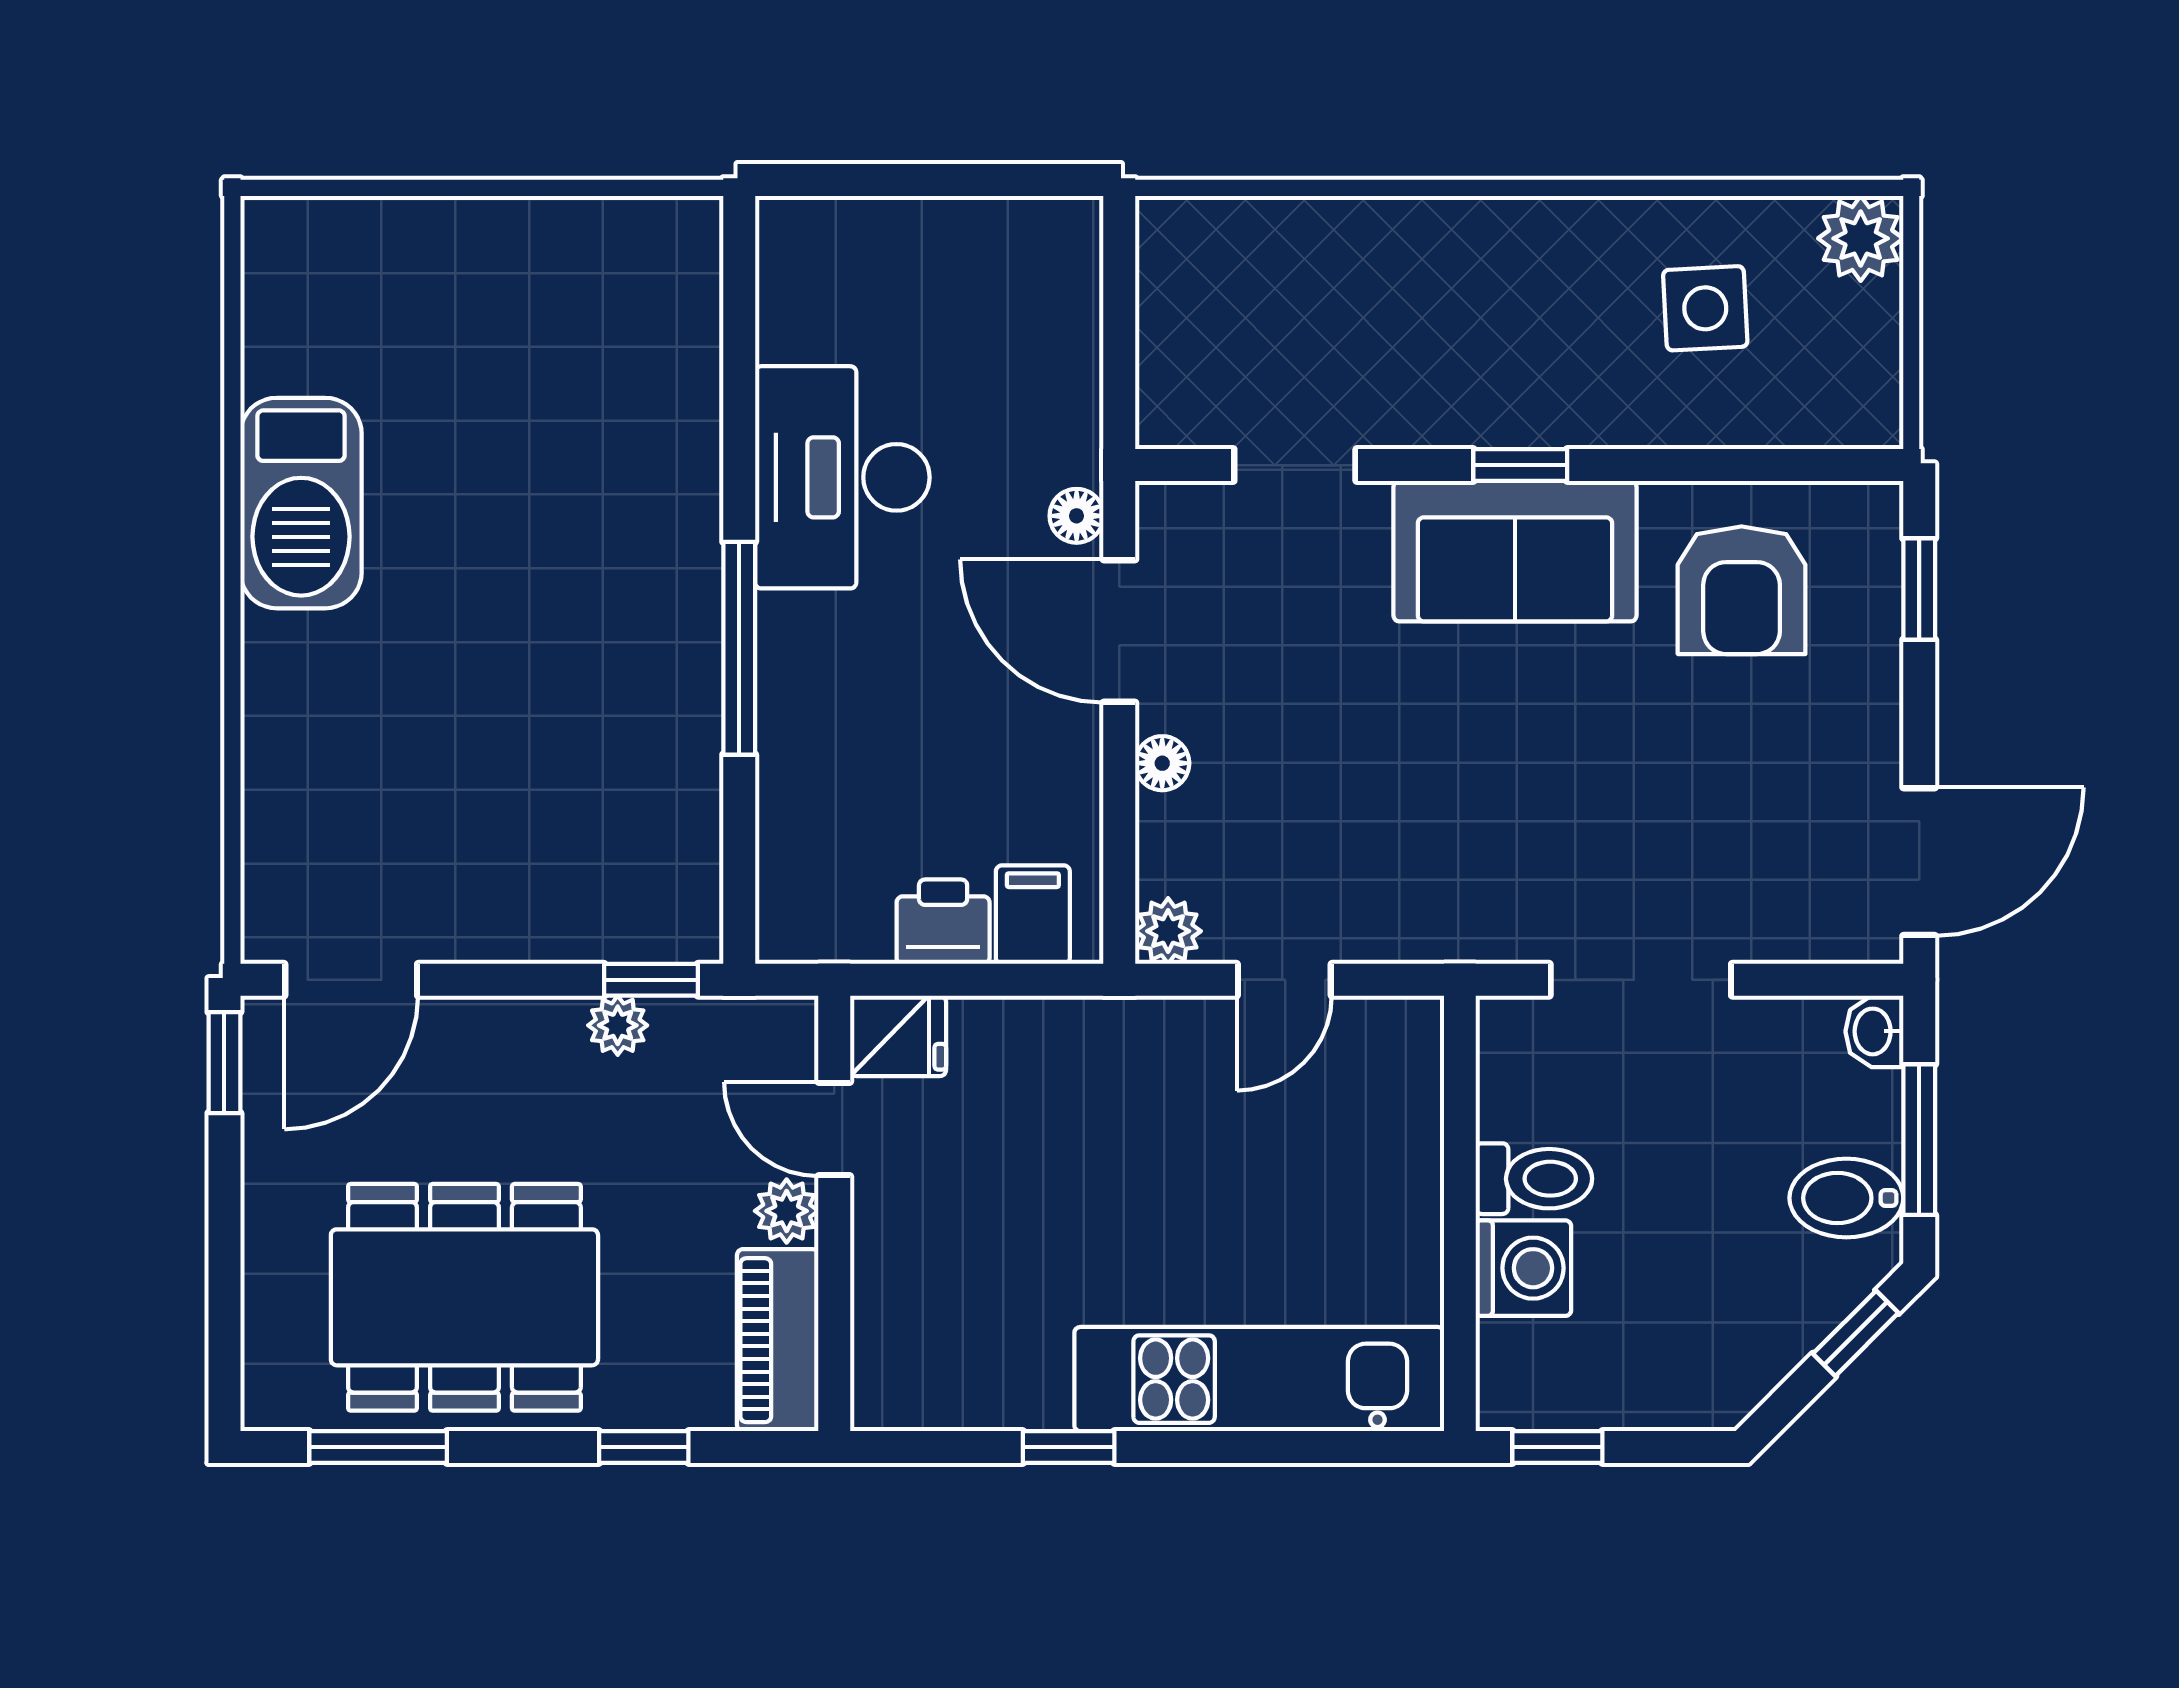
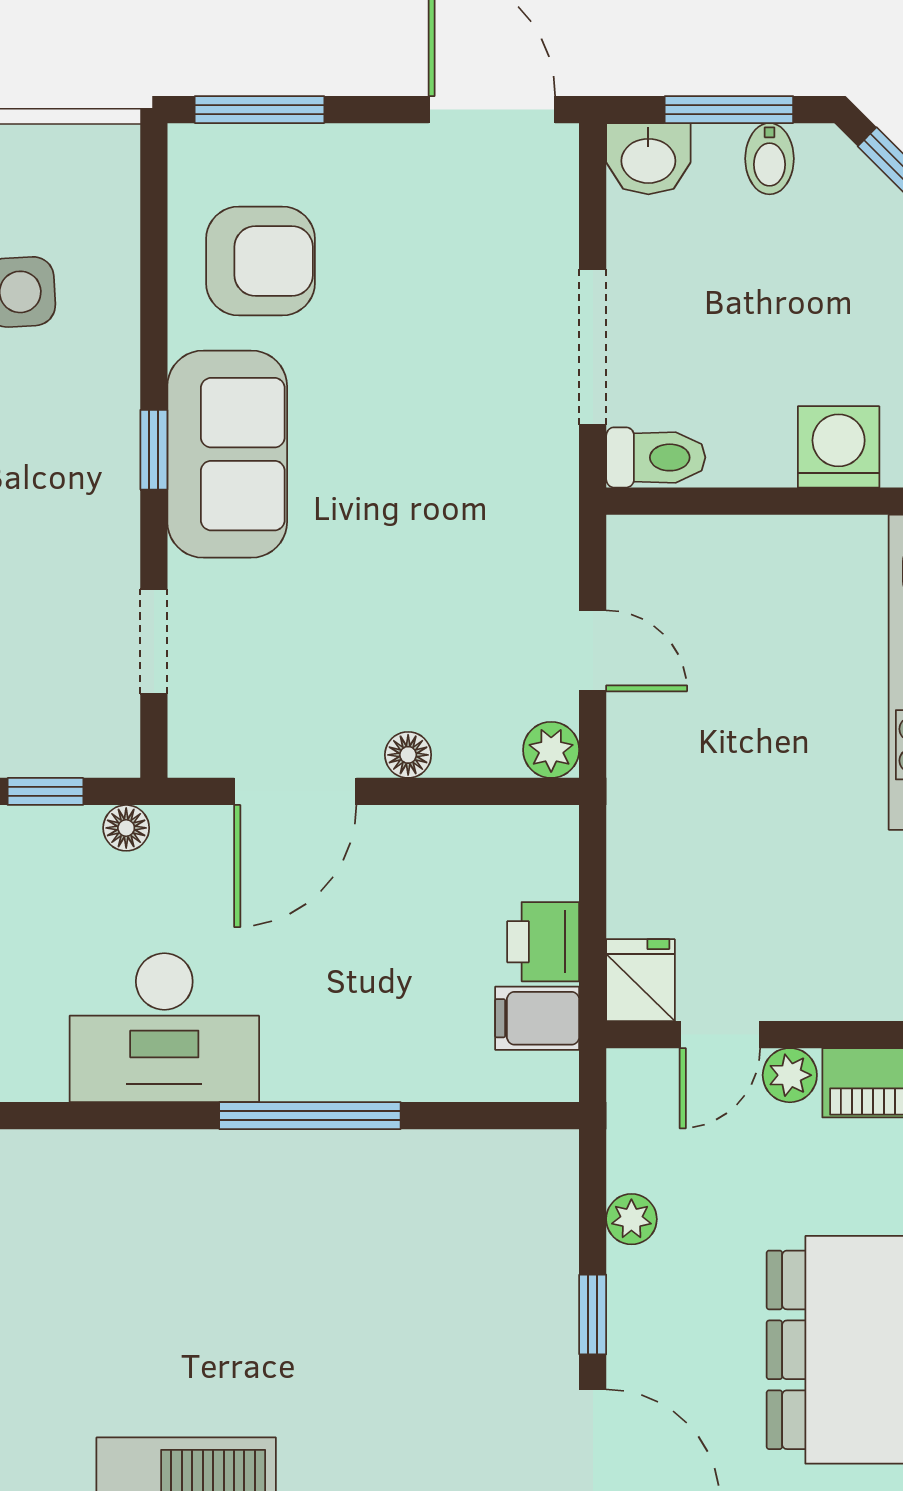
window: (1119, 338) -> (45, 791), added
floor lamp: (1077, 516) -> (126, 828), moved
window: (1919, 589) -> (259, 110), width x1.50
filing cabinet: (1033, 915) -> (537, 1018), moved
window: (651, 980) -> (593, 1314), moved
washbasin: (1874, 1031) -> (648, 159), width x1.38, depth x1.45
toilet: (1534, 1179) -> (656, 457), moved, turned 90
bidet: (1846, 1198) -> (769, 159), width x0.72, depth x0.74

